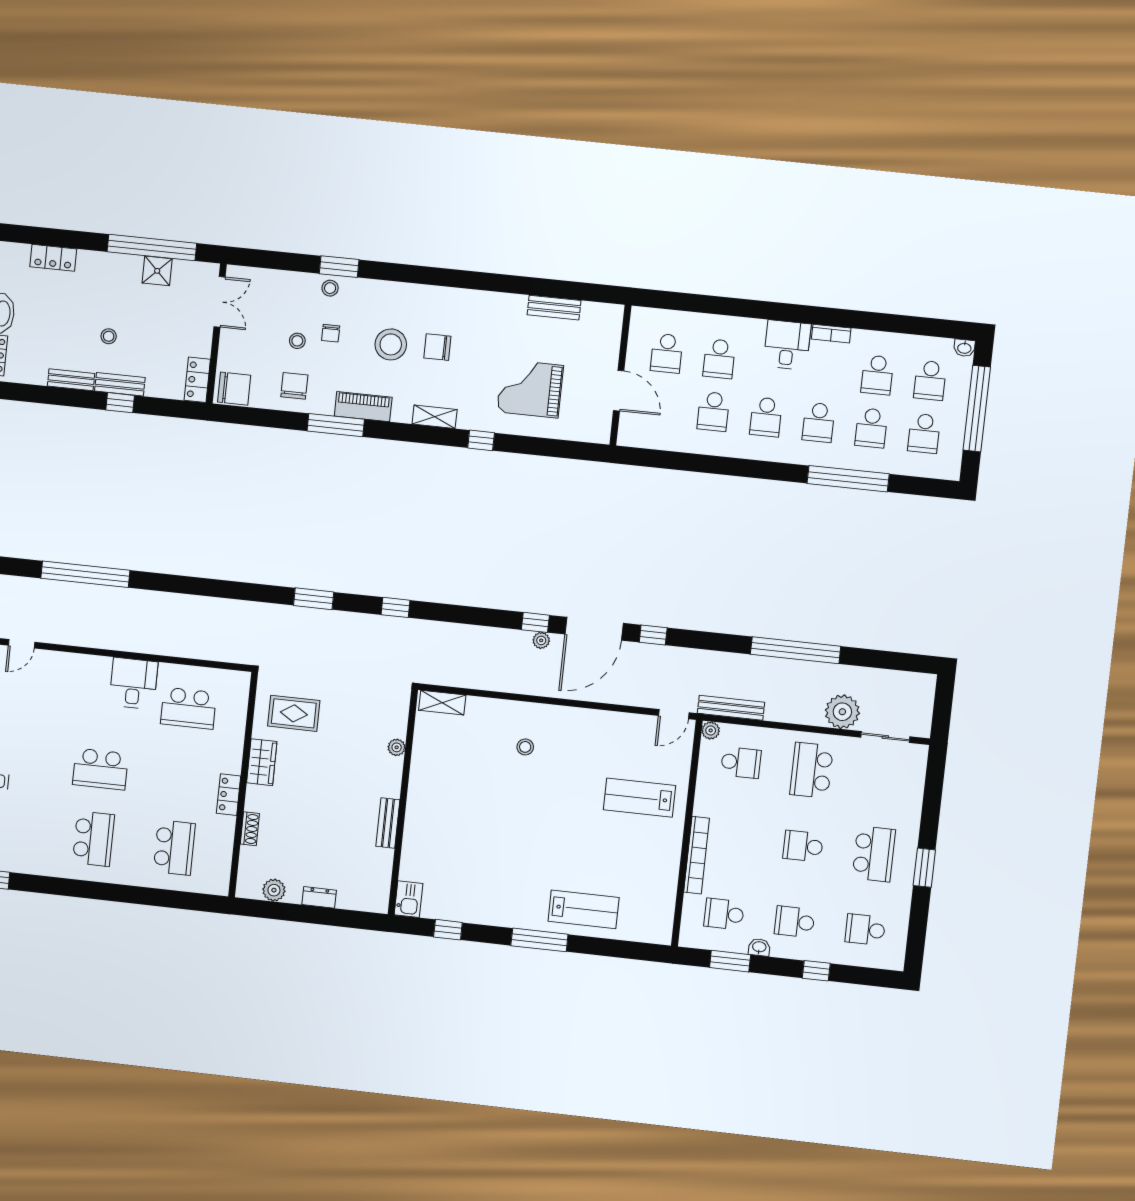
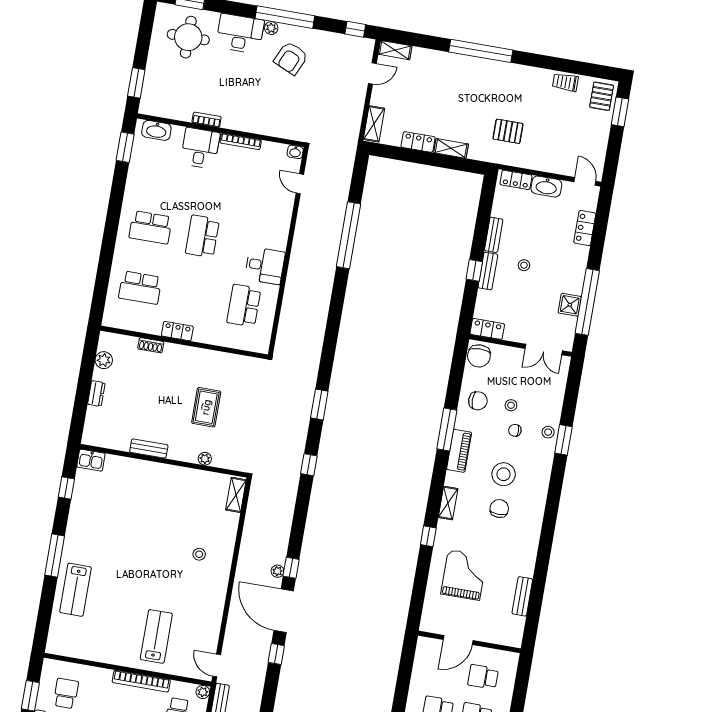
rug: (294, 713) -> (206, 407), moved
wardrobe: (262, 762) -> (200, 358), removed
bookcase: (697, 855) -> (141, 681), moved

